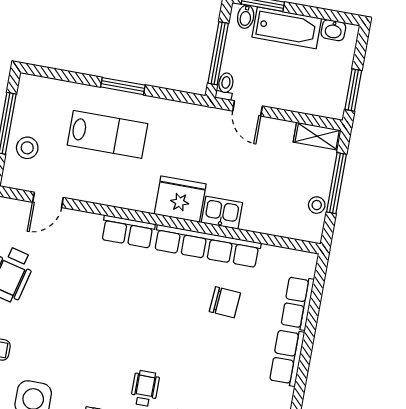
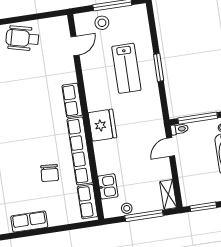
door: (48, 200) -> (75, 46), swing flipped
kitchen sink: (222, 213) -> (108, 186), moved
row of seats: (298, 303) -> (87, 202), moved, turned -90

